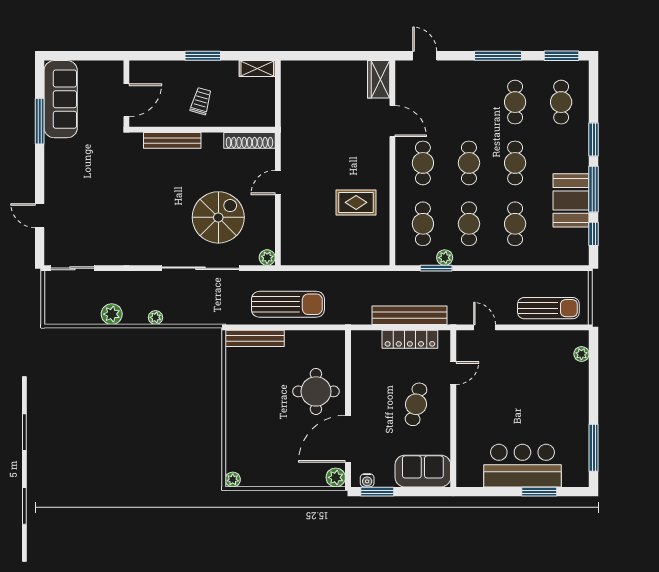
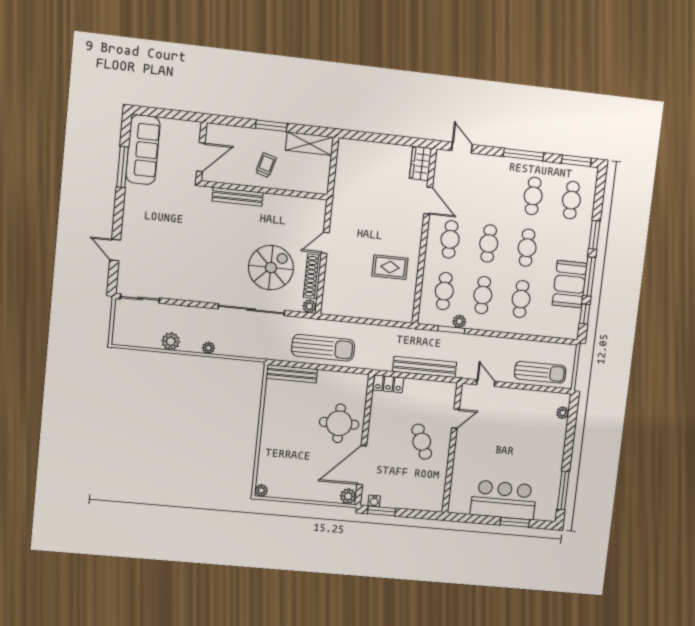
shelving: (257, 69) -> (310, 144), width x1.50, depth x1.33
shoe rack: (249, 140) -> (312, 276), moved, turned 90
locker: (410, 339) -> (388, 384), moved, width x0.66
cafe table: (416, 404) -> (422, 442), turned -36
sofa: (423, 471) -> (421, 497), removed

